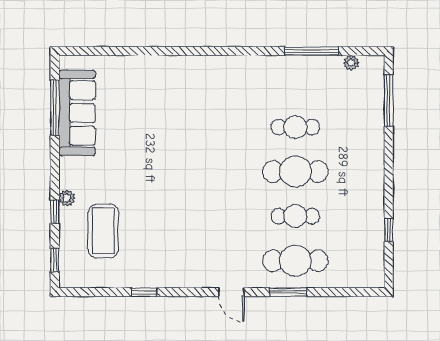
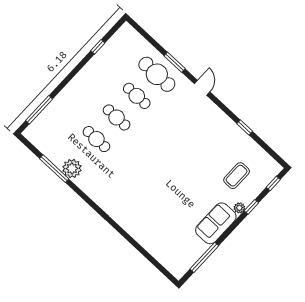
plant: (351, 63) -> (72, 168), moved, width x1.87, depth x1.87
sofa: (77, 113) -> (216, 223), moved, width x0.73
cafe table: (295, 172) -> (117, 117), width x0.73, depth x0.74
coffee table: (103, 231) -> (237, 176), width x0.73, depth x0.76

